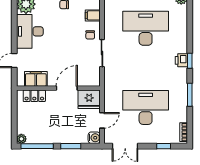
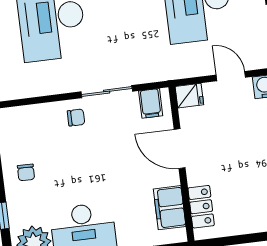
filing cabinet: (93, 15) -> (151, 103), moved
fridge: (89, 99) -> (189, 96), width x0.53, depth x0.75

